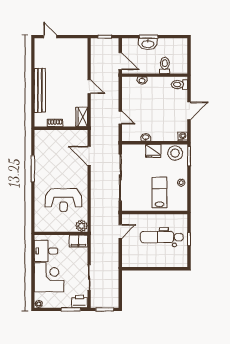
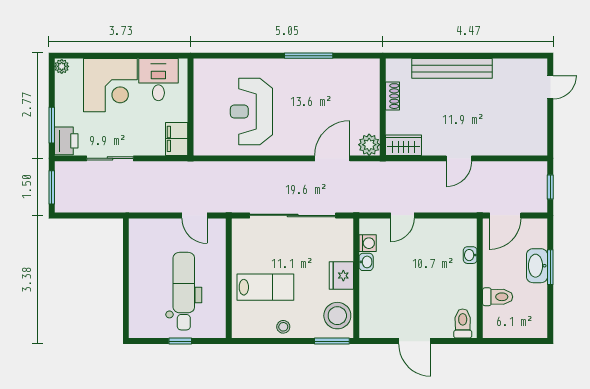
washing machine: (183, 137) -> (368, 243), moved
plant: (82, 226) -> (369, 145), moved

